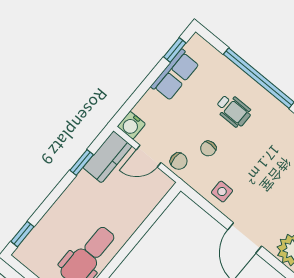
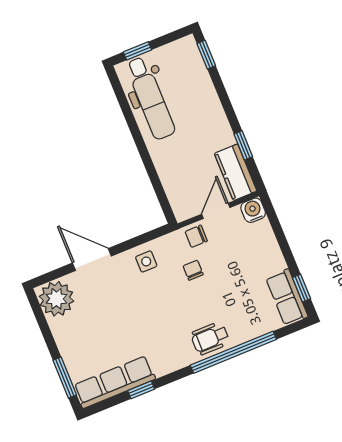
row of seats: (175, 75) -> (287, 297), moved
wheelchair: (233, 110) -> (210, 338), moved

